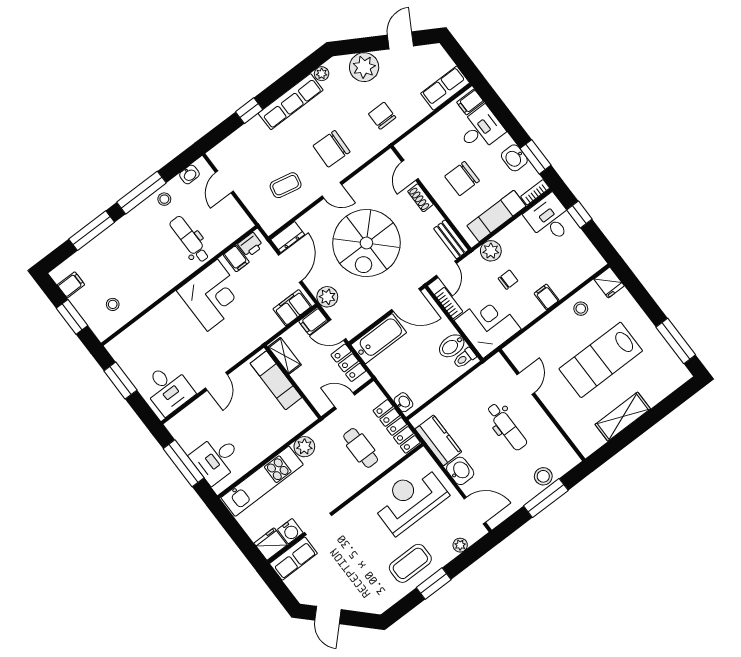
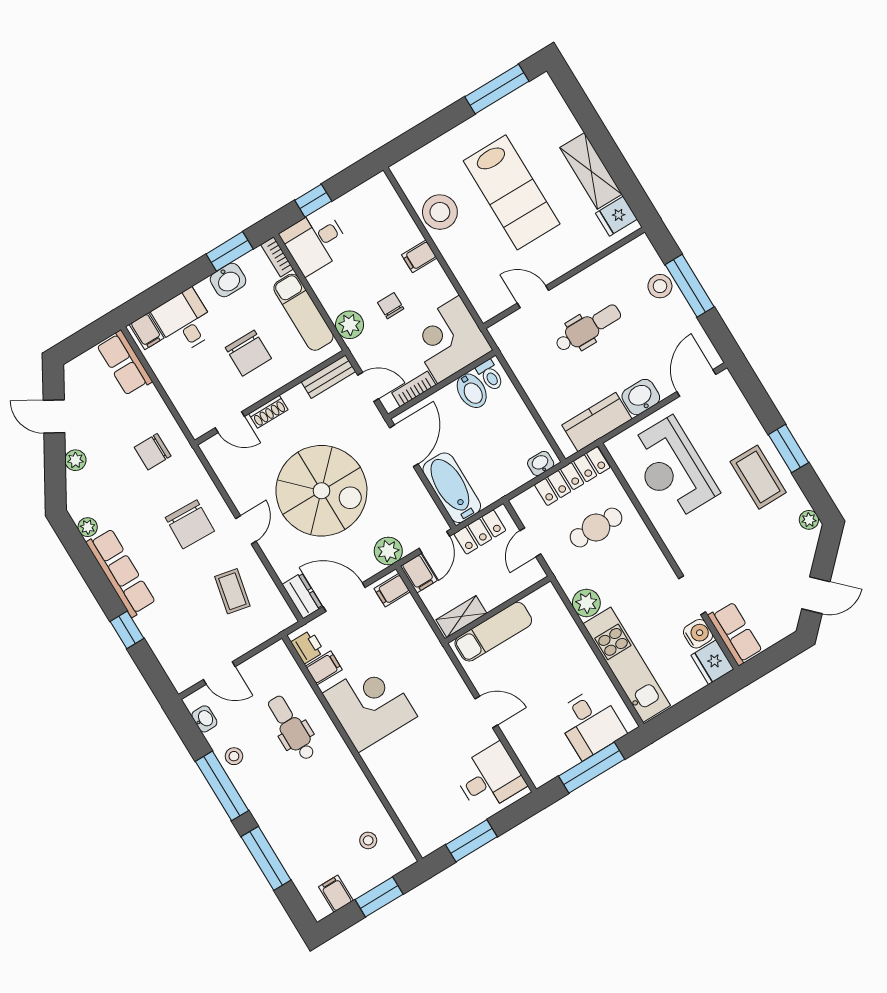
plant: (364, 67) -> (75, 460), width x0.53, depth x0.53
dental chair: (190, 239) -> (292, 728), turned 90
fridge: (609, 282) -> (616, 216), moved, turned 180
filing cabinet: (292, 308) -> (392, 590), width x0.50
stool: (581, 309) -> (440, 212), width x1.89, depth x1.89
plant: (460, 545) -> (809, 520), moved

